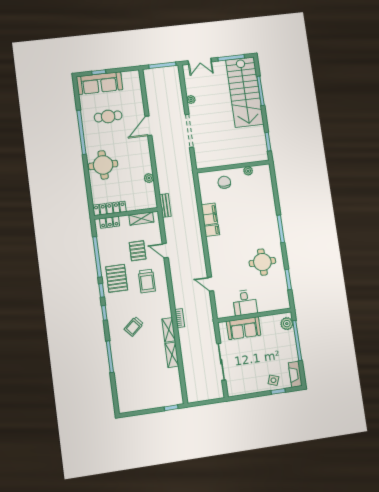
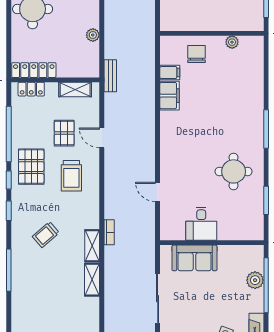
filing cabinet: (212, 231) -> (170, 73), moved
plant: (287, 324) -> (255, 280), moved

